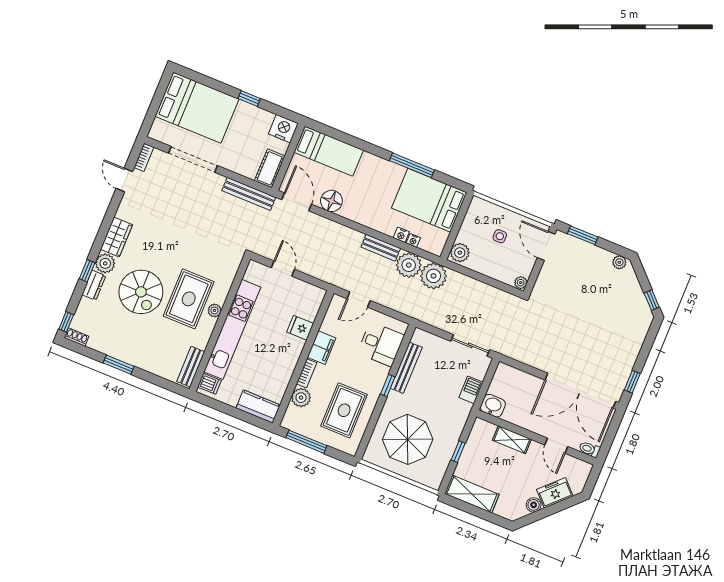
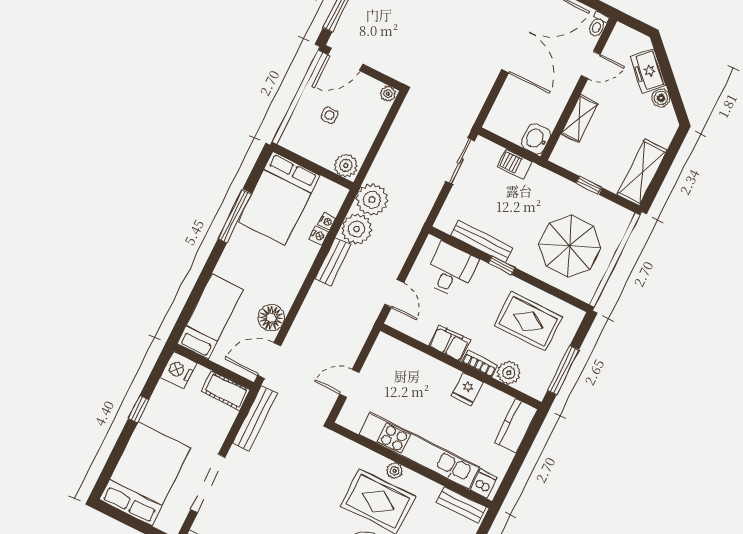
fridge: (300, 328) -> (467, 389), moved

